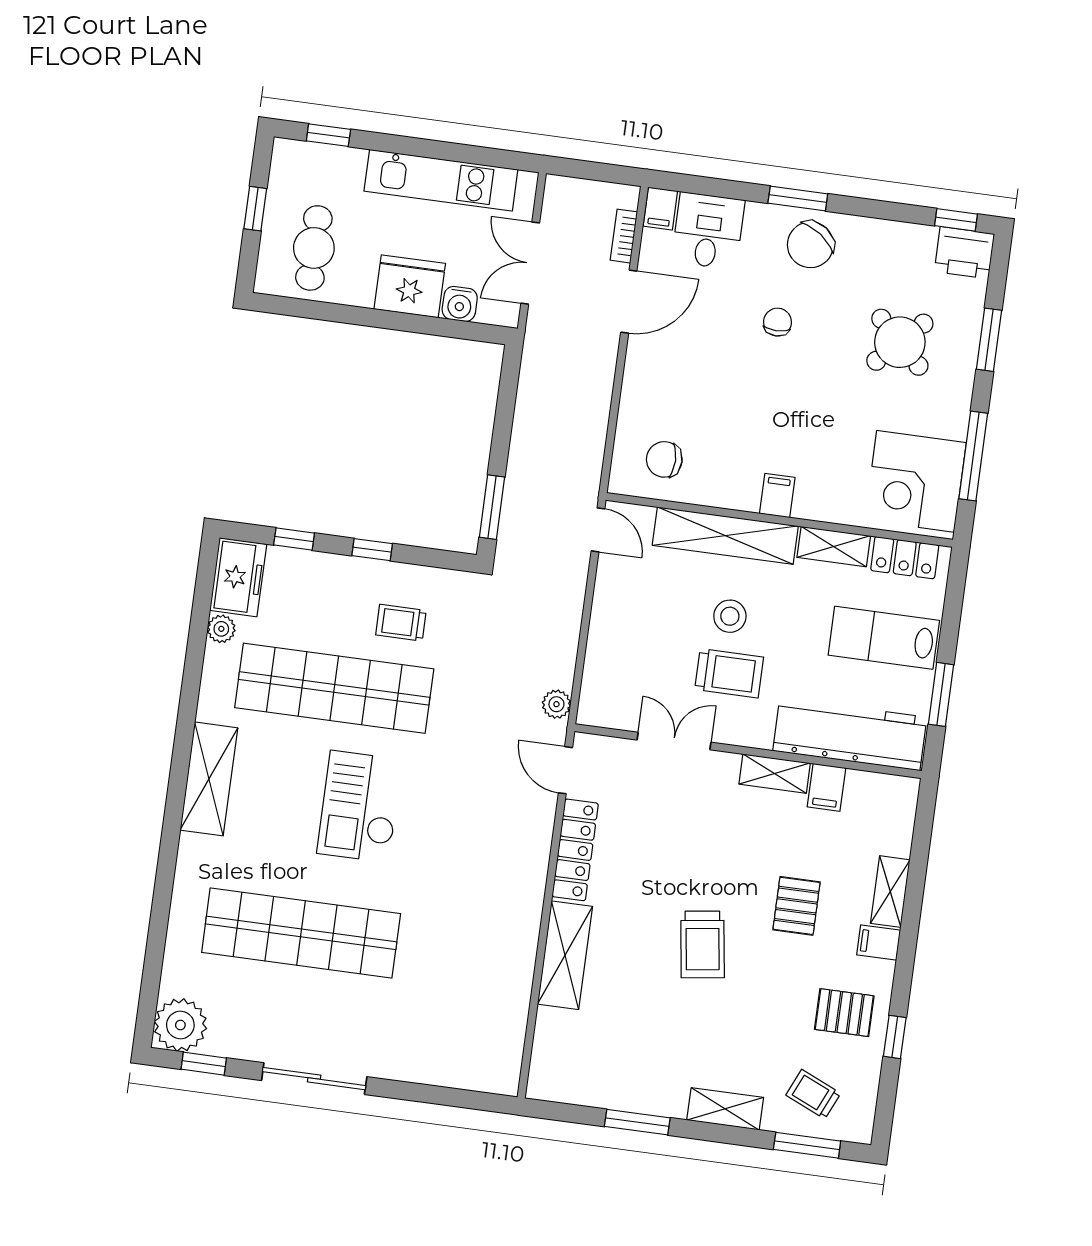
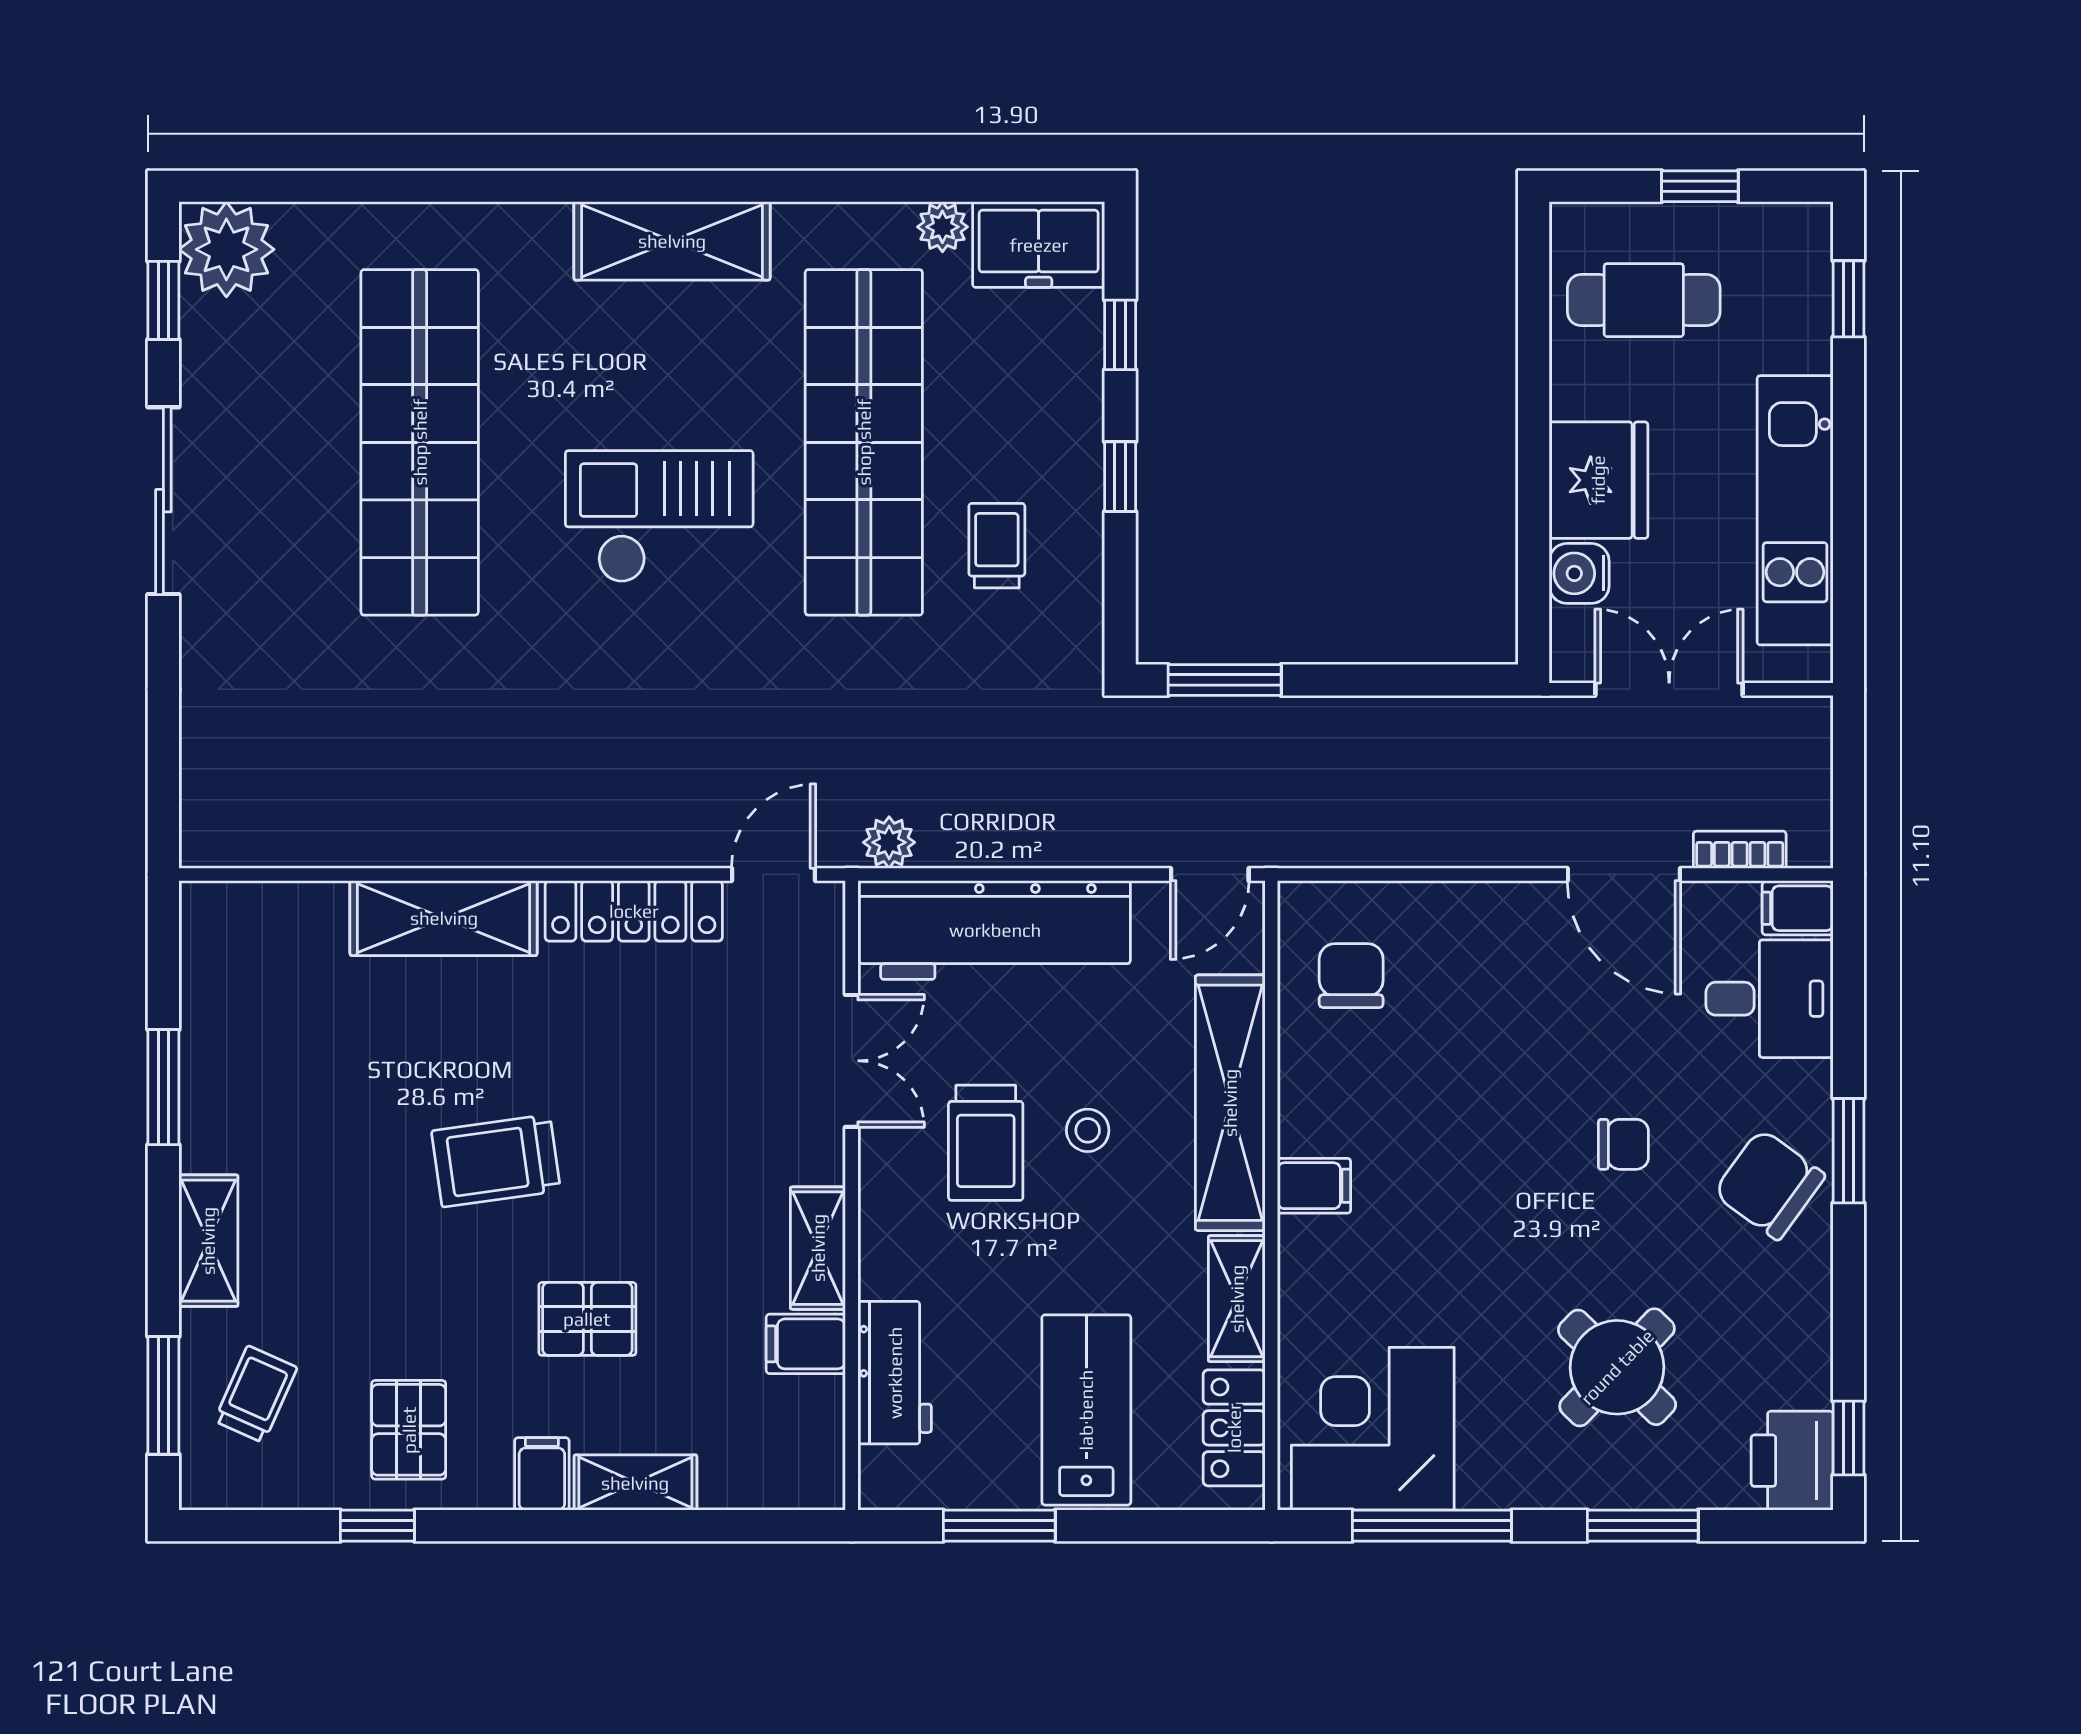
stool: (730, 616) -> (1088, 1130), width x0.73, depth x0.73
workbench: (613, 653) -> (995, 930), added
workbench: (850, 734) -> (895, 1373), width x0.53, depth x0.76

